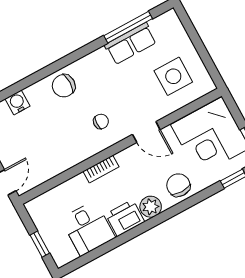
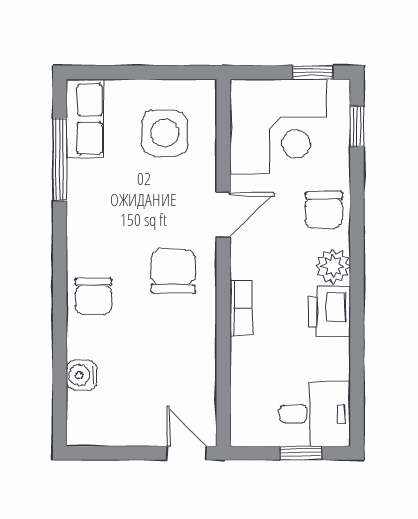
row of seats: (131, 44) -> (85, 119), moved
chair: (101, 121) -> (173, 271), width x1.87, depth x1.87
chair: (178, 185) -> (324, 210), turned -90
desk: (88, 228) -> (315, 414), moved

